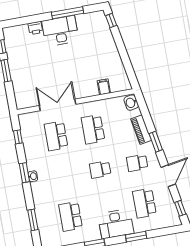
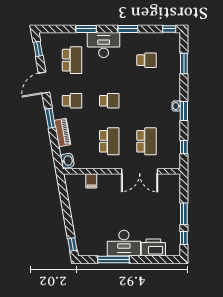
printer: (35, 28) -> (153, 248), width x1.87, depth x1.48
school desk: (71, 216) -> (147, 60), width x0.54

